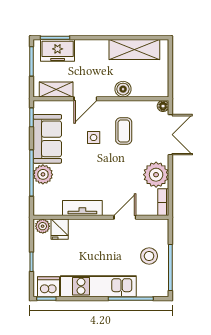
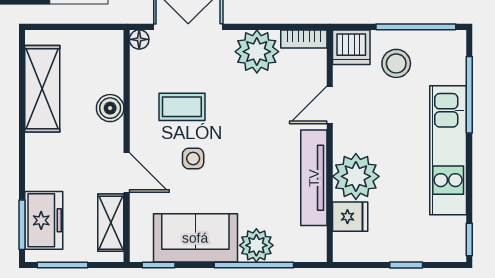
tv unit: (82, 208) -> (314, 178), width x1.41
door: (125, 217) -> (330, 105), hinge flipped
plant: (43, 226) -> (356, 176), moved, width x1.88, depth x1.88
dishwasher: (48, 287) -> (351, 47), moved, turned -90

